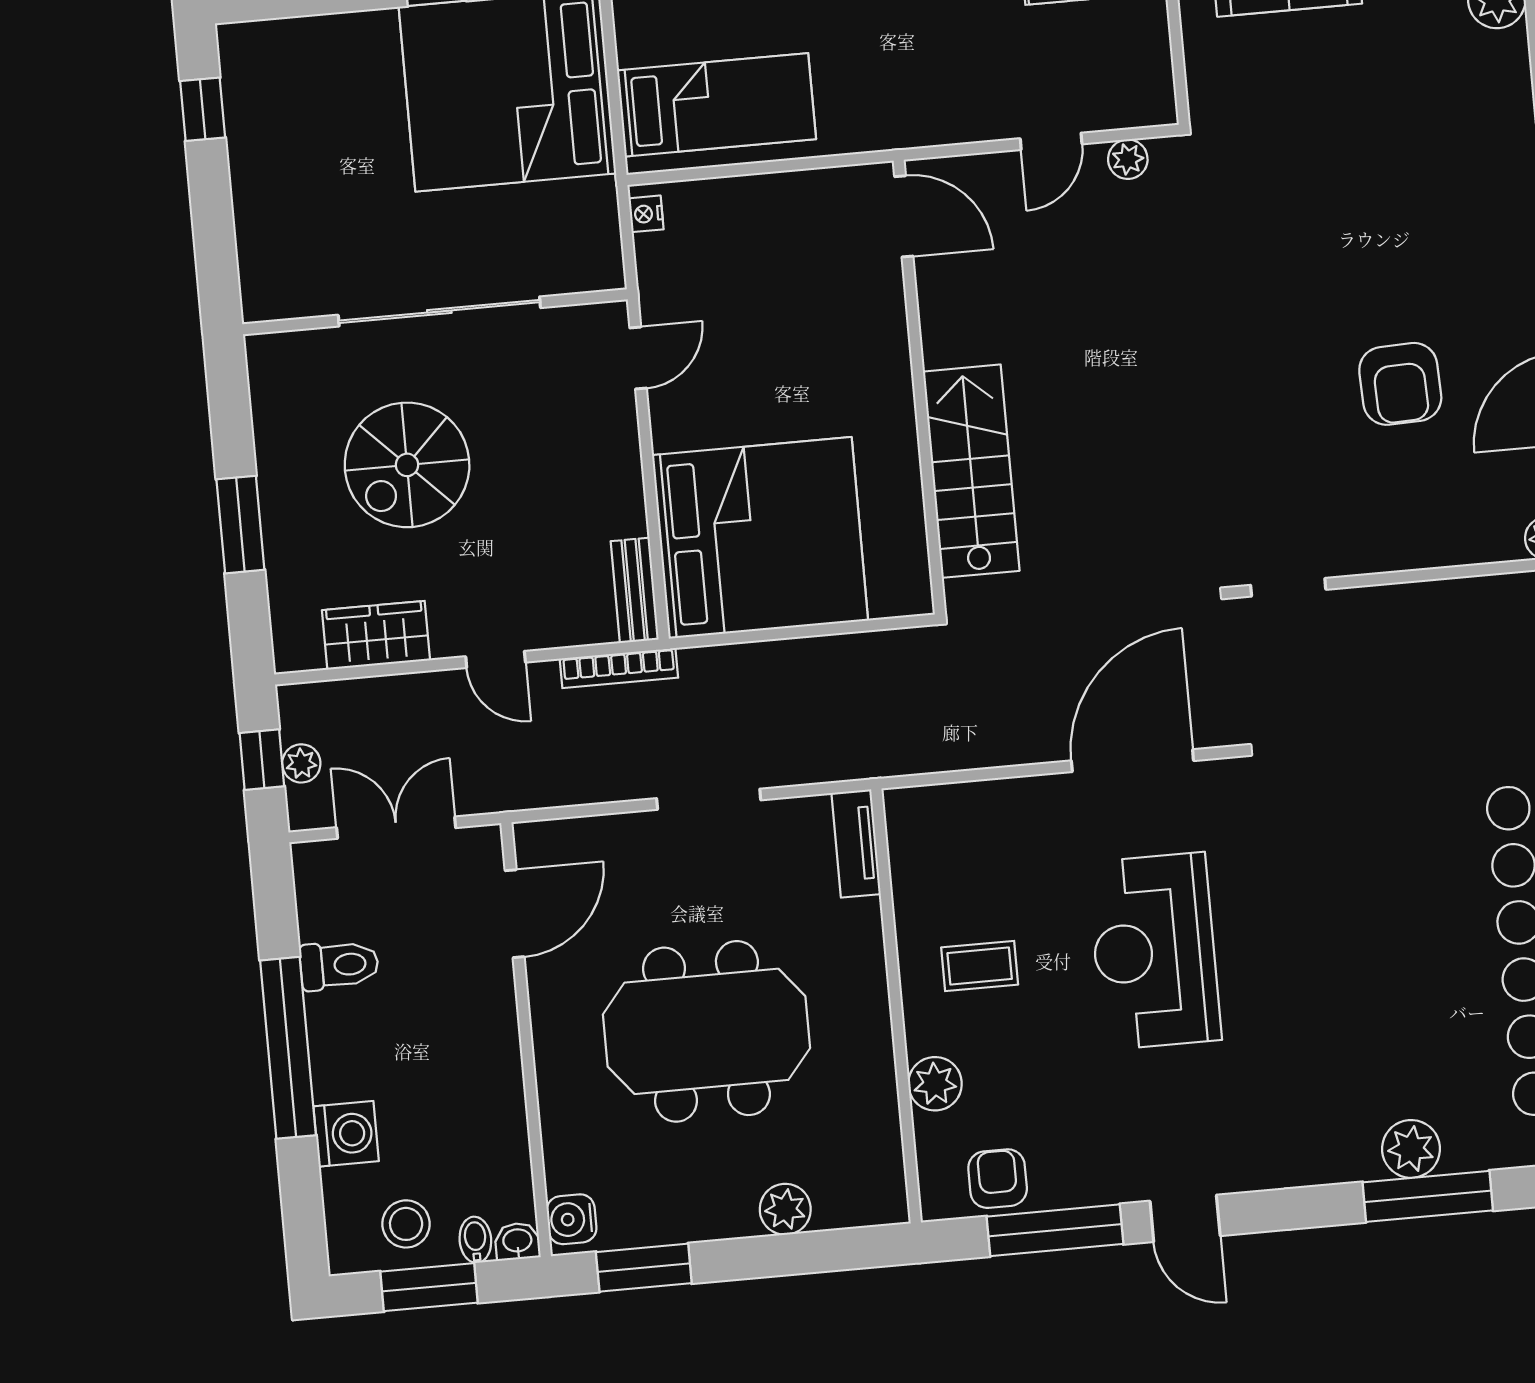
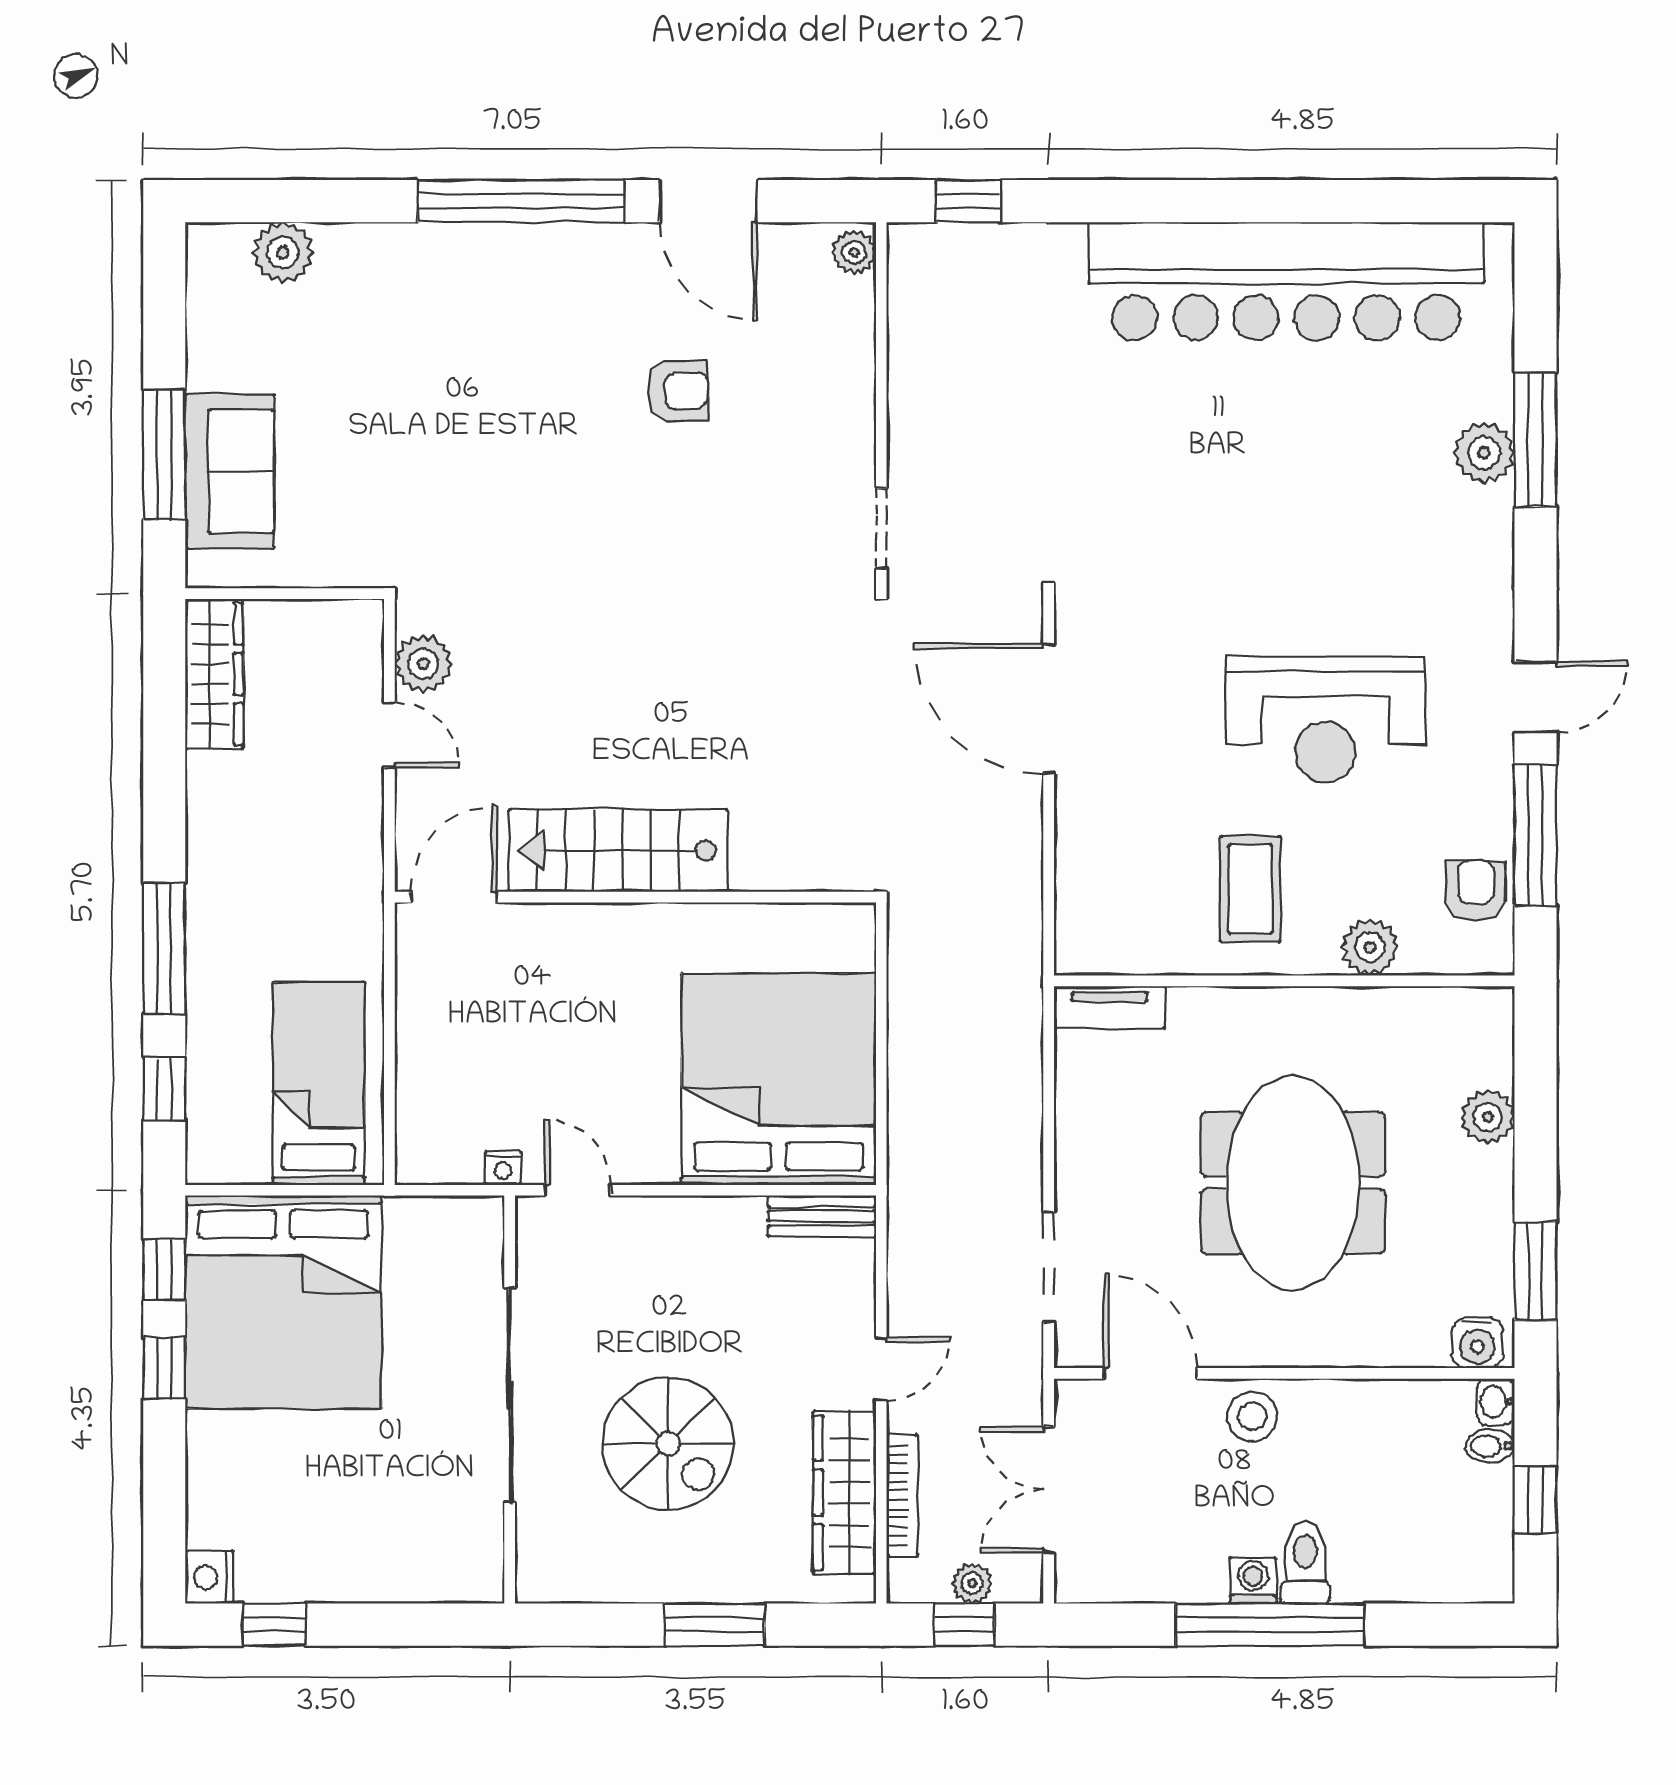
nightstand: (242, 44) -> (209, 1577), added
plant: (1128, 159) -> (423, 664), width x1.38, depth x1.38
nightstand: (646, 214) -> (503, 1168), moved
armchair: (1400, 384) -> (678, 391), width x0.72, depth x0.72
stairs: (971, 471) -> (618, 851), moved
wardrobe: (376, 635) -> (844, 1493), width x1.50
bookcase: (619, 668) -> (902, 1495), moved
doorway: (709, 799) -> (1049, 1267), moved
reception desk: (1154, 951) -> (1325, 719), moved
toilet: (339, 965) -> (1305, 1563), moved
coffee table: (980, 966) -> (1250, 889), width x1.36, depth x1.30
washing machine: (346, 1134) -> (1253, 1581), moved, width x0.73, depth x0.73
armchair: (998, 1179) -> (1476, 891), turned 90
stool: (406, 1224) -> (1252, 1416), moved
window: (429, 1287) -> (1535, 1499), width x0.67

